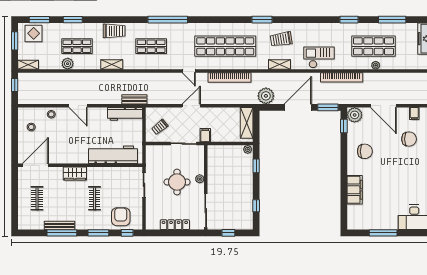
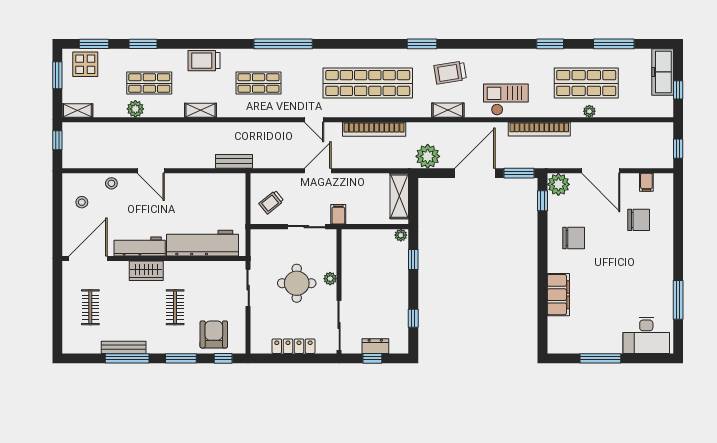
trolley: (114, 31) -> (204, 61), turned 180
workbench: (125, 114) -> (140, 247), moved, turned 180
dresser: (230, 225) -> (375, 346), added

